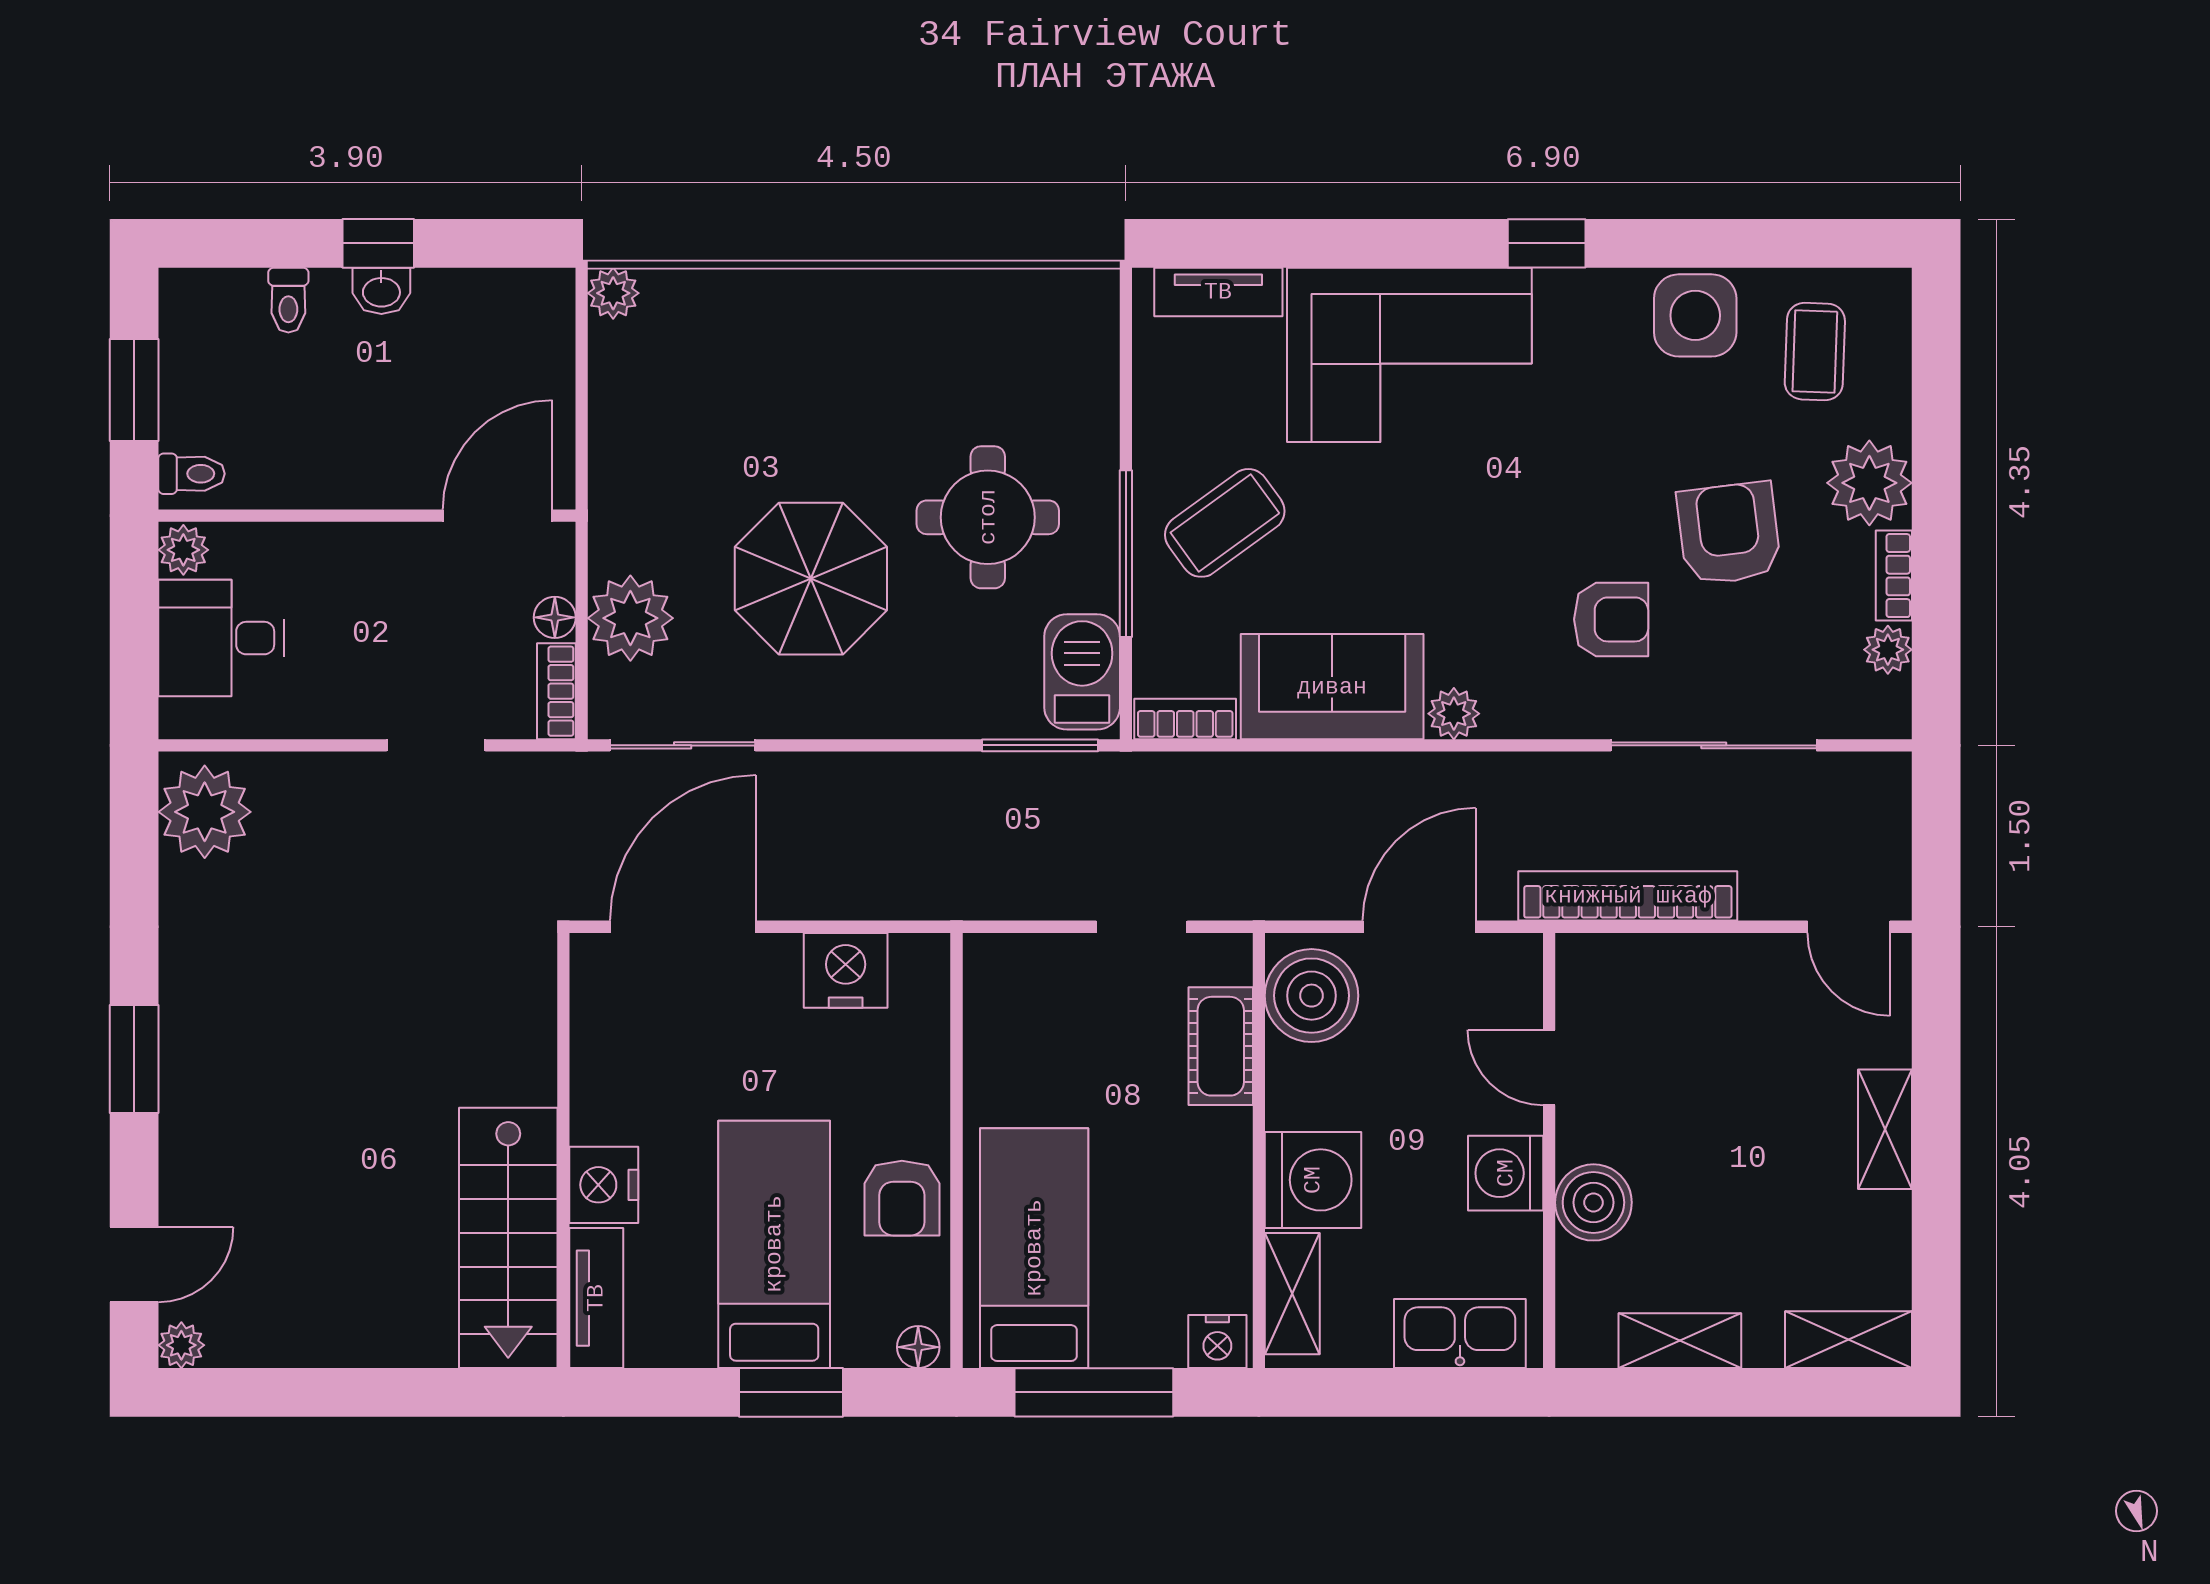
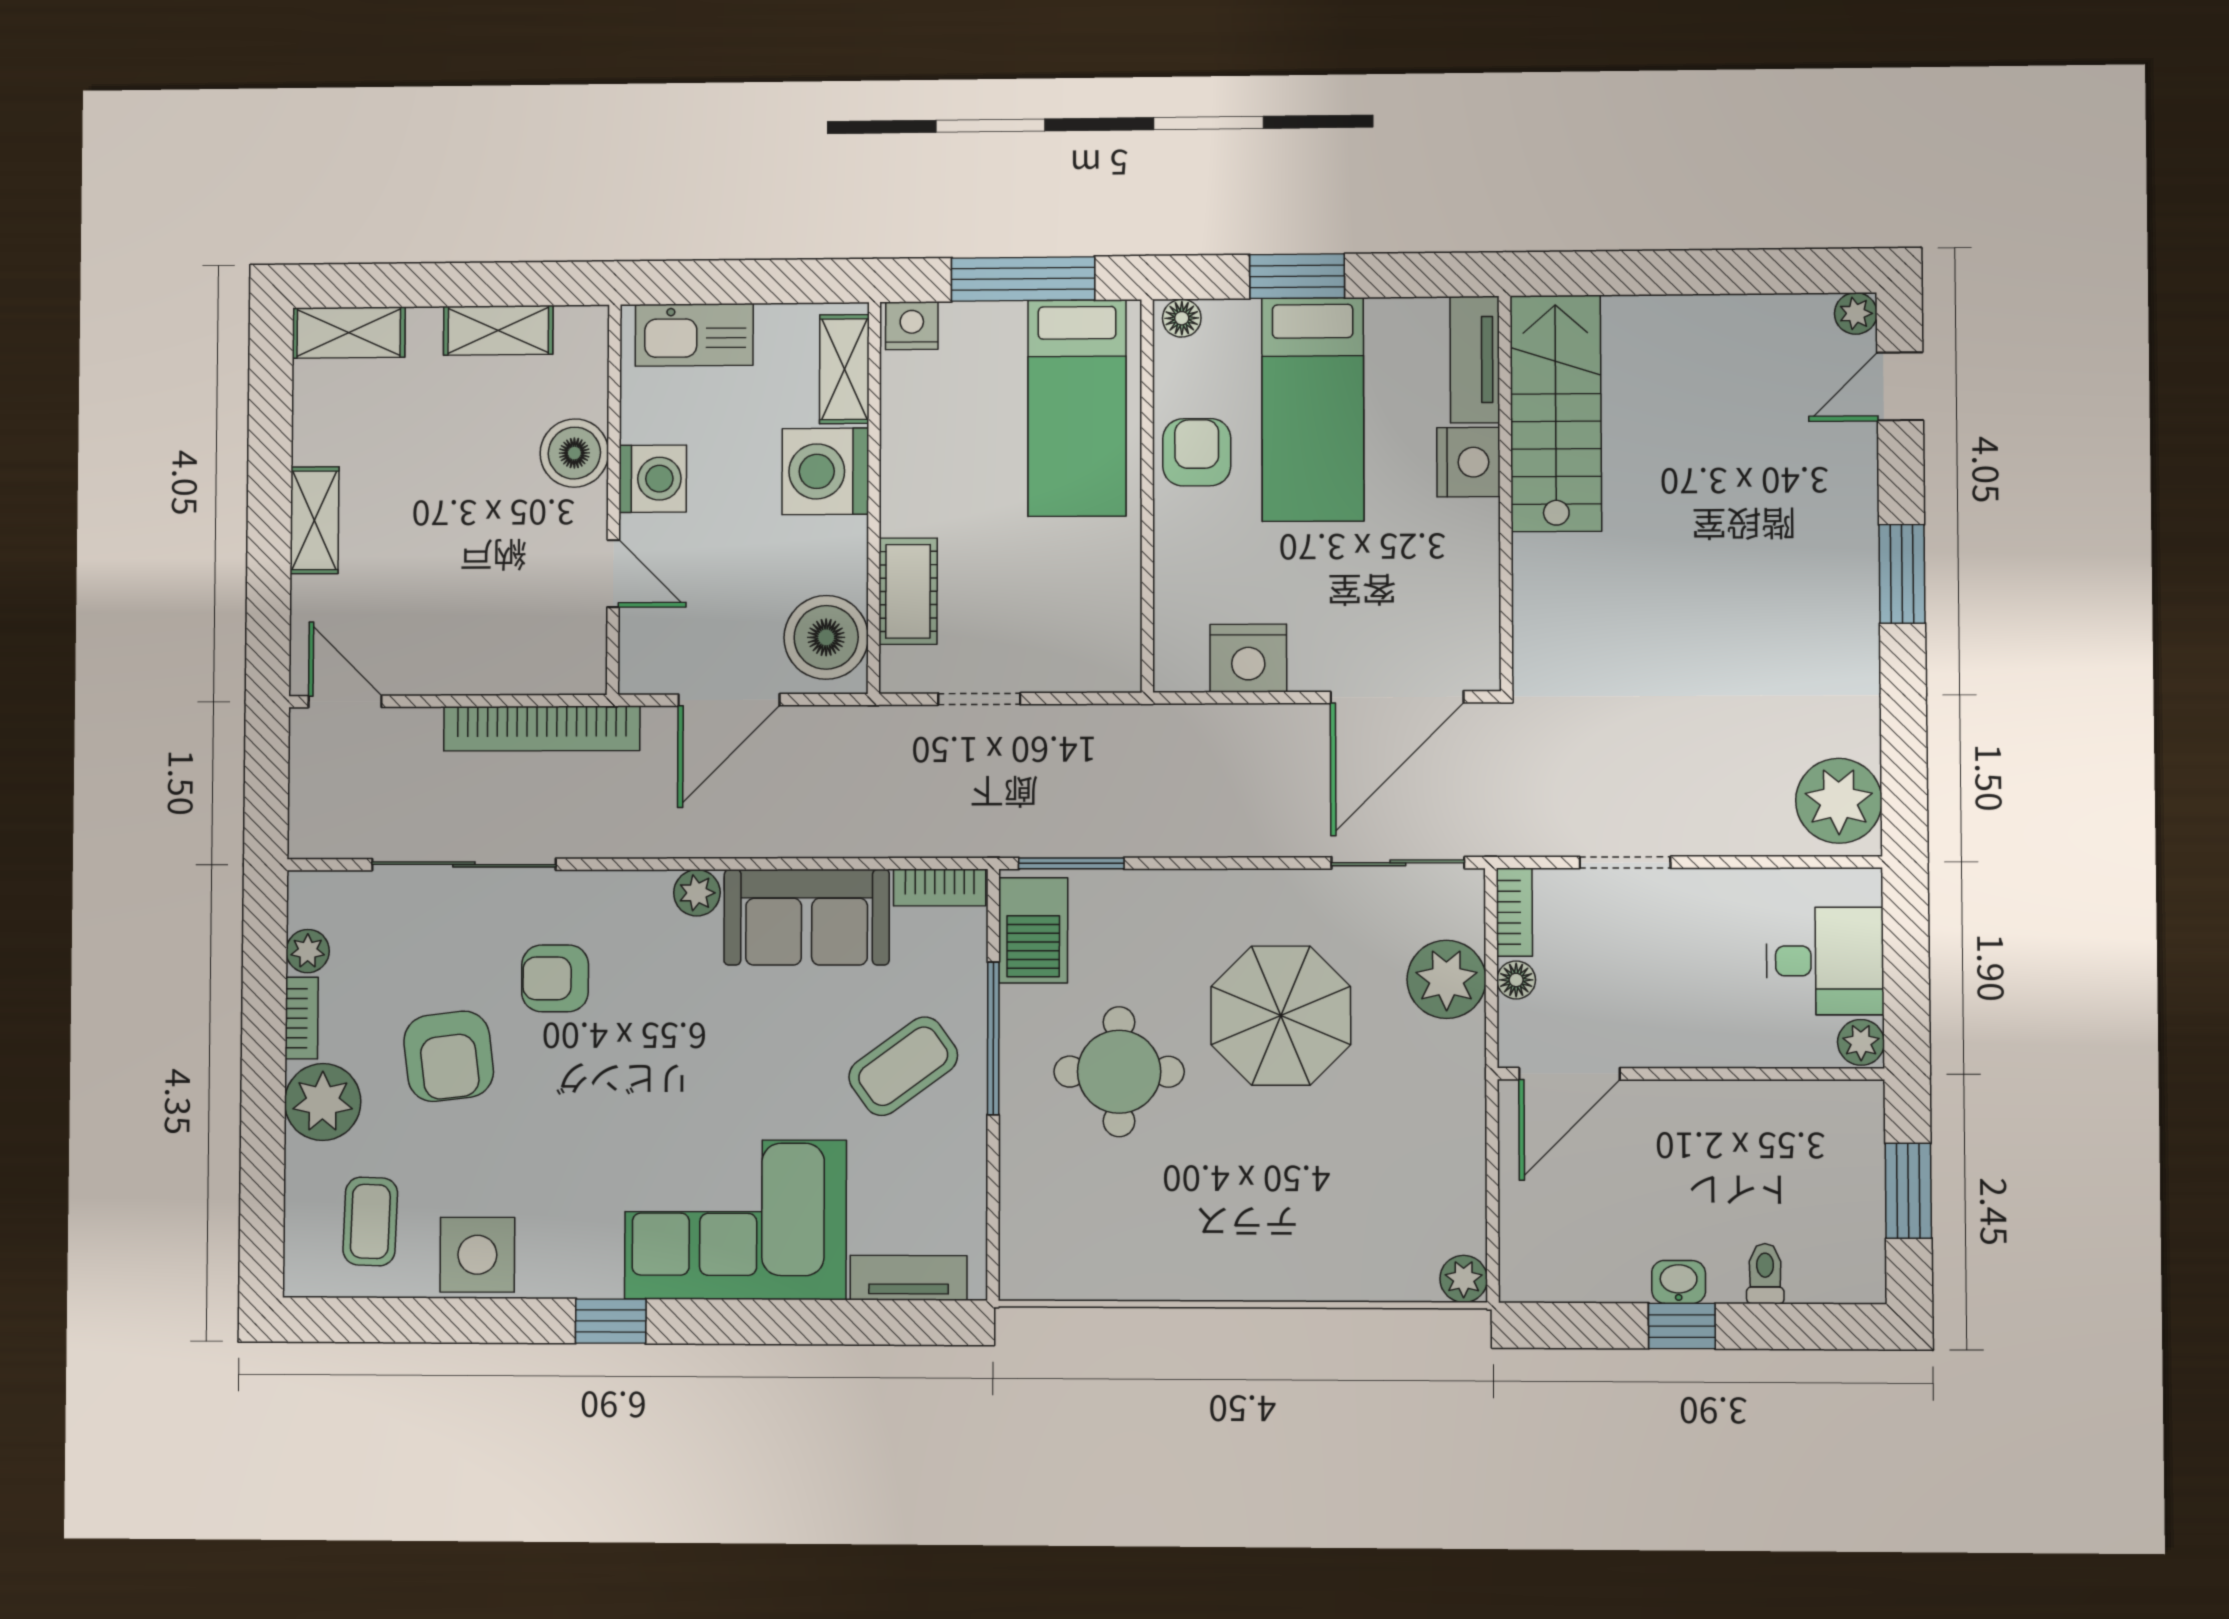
toilet: (191, 474) -> (1854, 1113), removed

